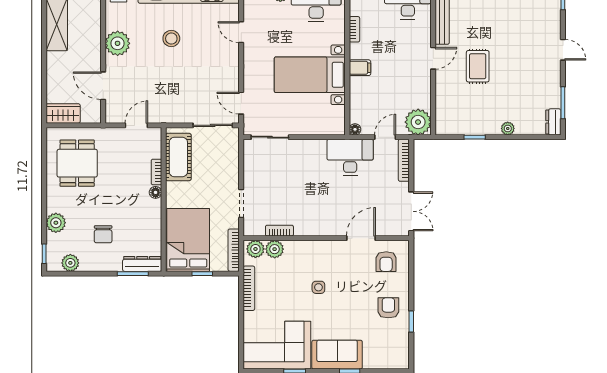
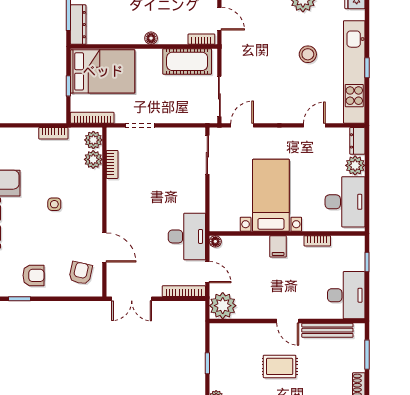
bookcase: (156, 172) -> (201, 39), moved
armchair: (386, 262) -> (81, 273), turned 103
bookcase: (249, 288) -> (53, 133), width x0.64

